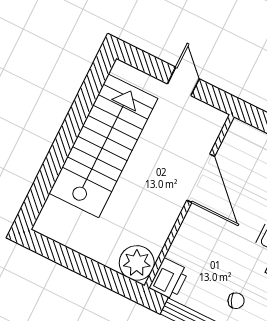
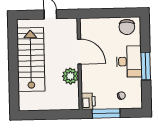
plant: (137, 263) -> (70, 76), moved

